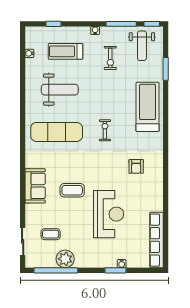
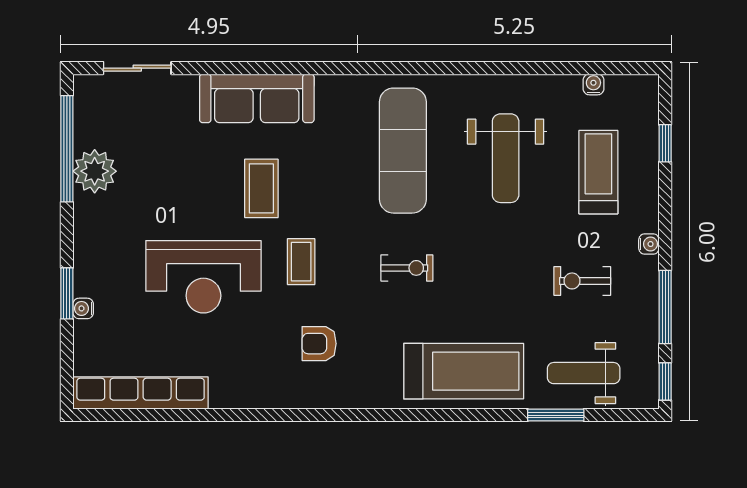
weight bench: (142, 46) -> (584, 373), moved
sofa: (35, 186) -> (257, 98), width x1.36
coffee table: (51, 234) -> (301, 262), moved

